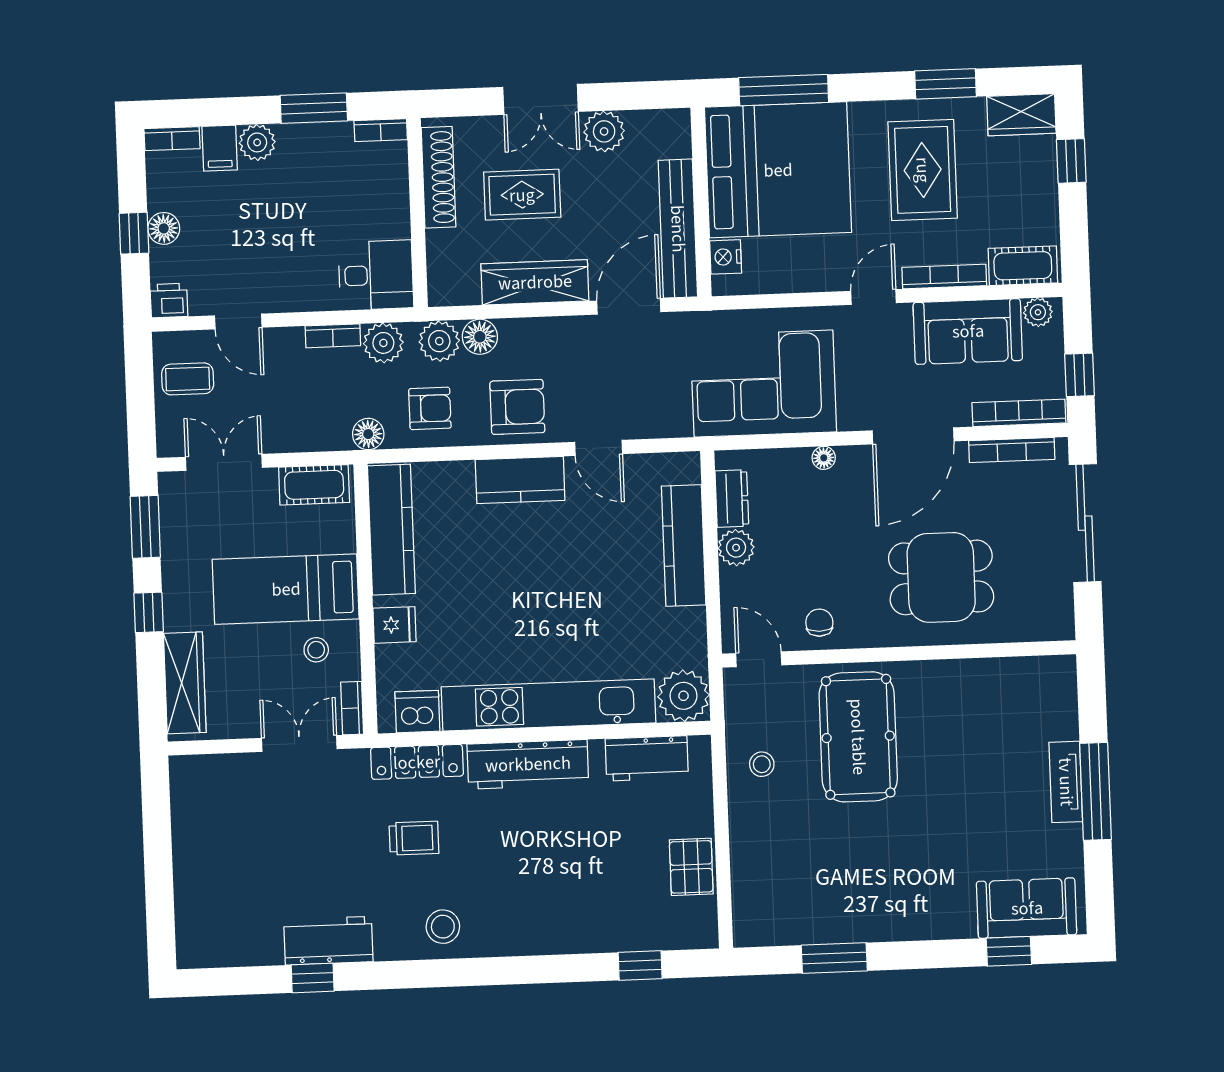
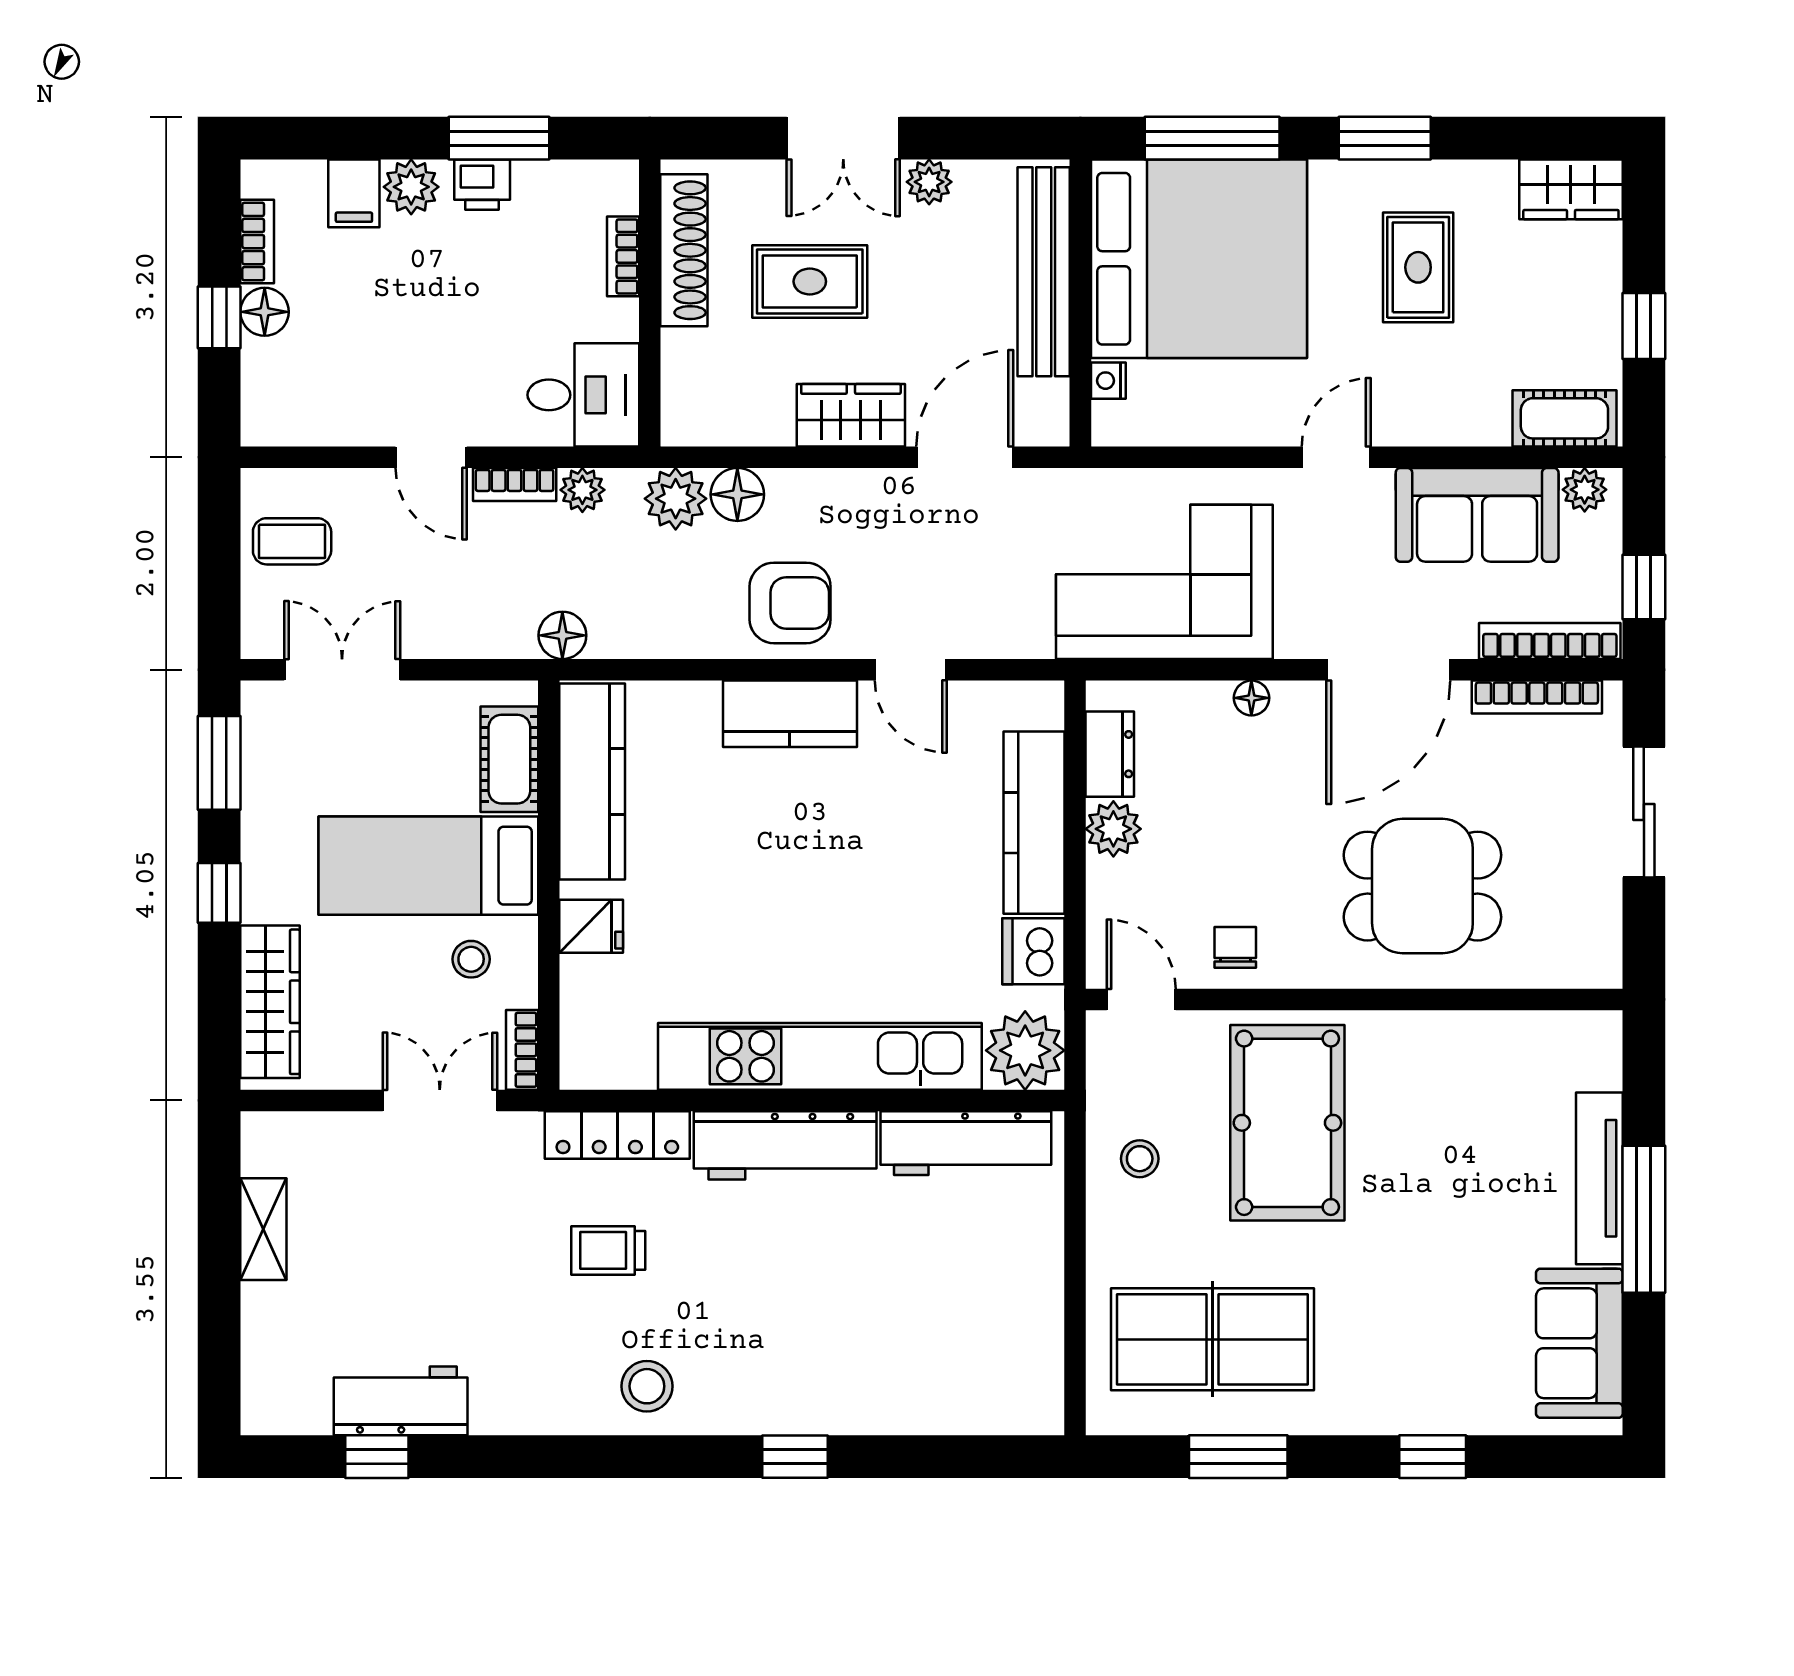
window: (946, 84) -> (1385, 138), moved
bookcase: (381, 130) -> (623, 256), moved, turned 90
plant: (604, 131) -> (929, 182), width x0.73, depth x0.73
bookcase: (172, 139) -> (257, 242), moved, turned -90
window: (1071, 161) -> (1644, 326), moved
rug: (923, 170) -> (1418, 267), width x0.73, depth x0.70
bench: (678, 229) -> (1044, 272), moved
nightstand: (726, 257) -> (1108, 381), width x0.72, depth x0.74
bookcase: (944, 277) -> (1445, 430), removed
wardrobe: (535, 282) -> (851, 415), width x0.67
printer: (169, 300) -> (482, 185), moved, turned 180
door: (238, 321) -> (431, 457), moved
plant: (383, 343) -> (582, 490), width x0.73, depth x0.73
armchair: (430, 408) -> (657, 600), removed
cot: (314, 485) -> (509, 759), moved, turned 90
sliding door: (1085, 523) -> (1644, 812), width x0.73
dishwasher: (417, 712) -> (1033, 951), moved, turned -90
workbench: (647, 758) -> (966, 1143), width x1.38
tv unit: (1066, 782) -> (1599, 1178), width x1.41
shelving: (186, 833) -> (263, 1229), added
trolley: (414, 838) -> (608, 1250), turned 180
pallet: (691, 867) -> (1027, 1310), removed
table tennis table: (814, 881) -> (1212, 1339), added
sofa: (1027, 908) -> (1579, 1343), moved, turned -90
workbench: (328, 941) -> (401, 1401), moved
window: (1009, 951) -> (1433, 1457), moved
window: (640, 965) -> (795, 1457), moved
window: (313, 978) -> (377, 1457), moved

